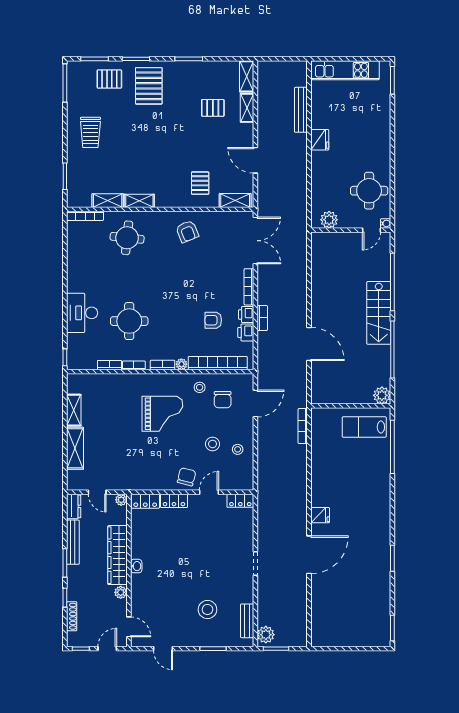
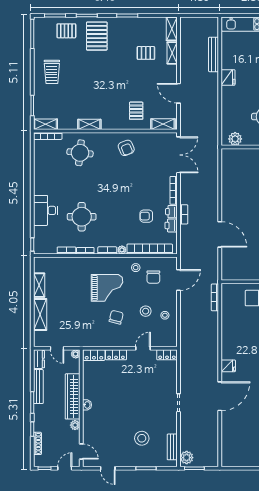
shelving: (108, 201) -> (45, 124), moved
chair: (187, 477) -> (116, 317), moved

